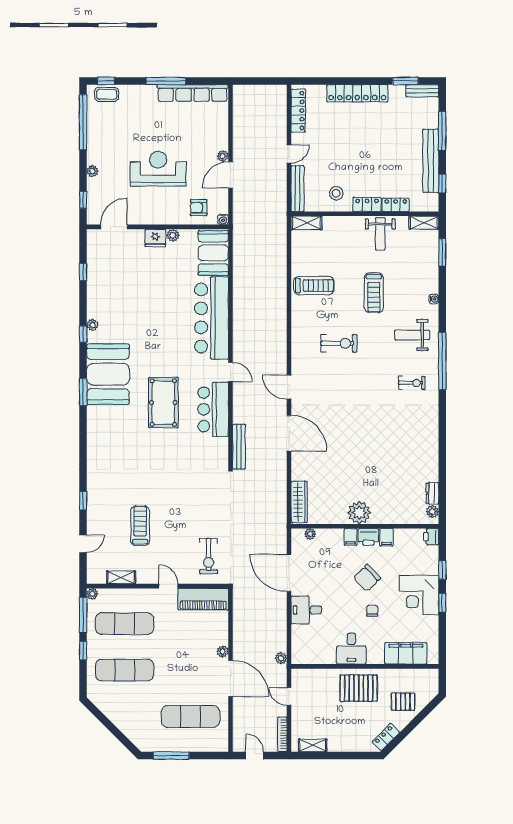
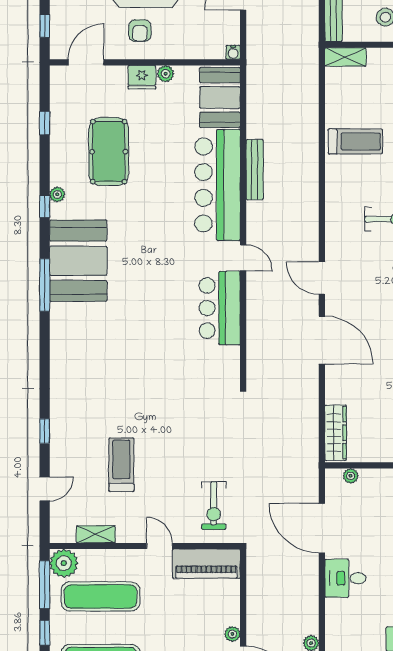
armchair: (199, 208) -> (140, 31), moved, turned -90
window: (83, 392) -> (45, 285), width x1.44
pool table: (163, 403) -> (109, 152), moved
bench: (239, 447) -> (255, 170), moved
plant: (92, 594) -> (64, 563), width x1.87, depth x1.87

